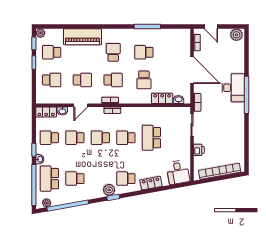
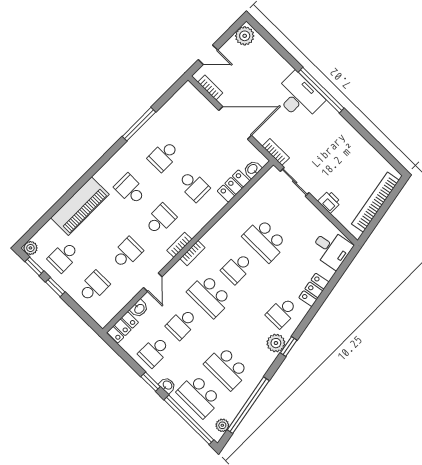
school desk: (100, 138) -> (210, 296), width x1.85
school desk: (75, 179) -> (227, 368), width x1.85

